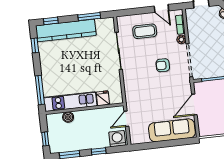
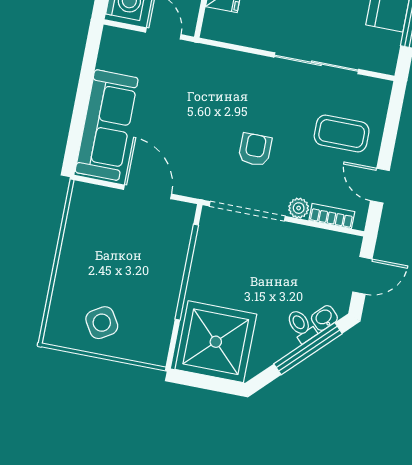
door: (161, 8) -> (380, 186), hinge flipped
coffee table: (145, 31) -> (342, 134), turned 90

